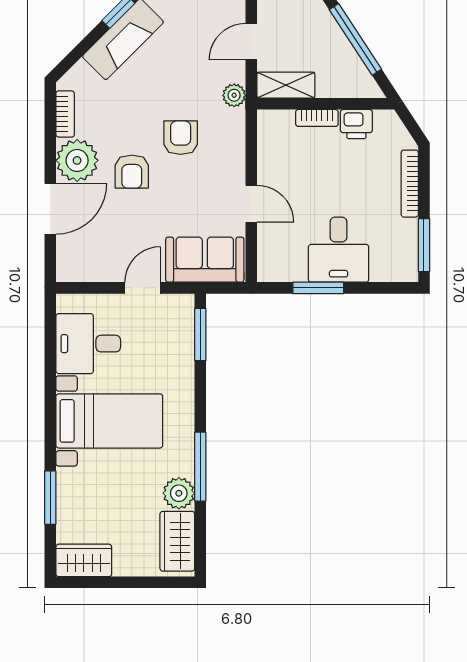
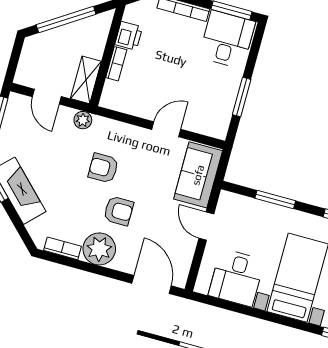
door: (50, 209) -> (152, 284), moved
desk: (339, 250) -> (227, 39), moved, turned -90
window: (200, 335) -> (275, 199), moved

